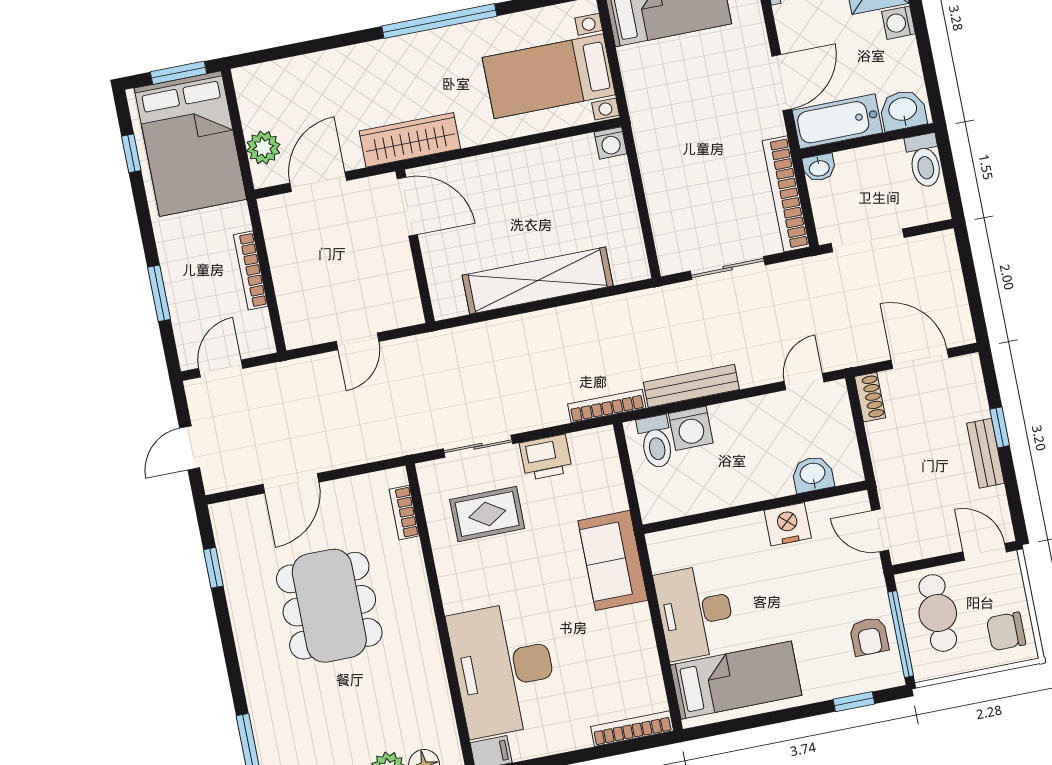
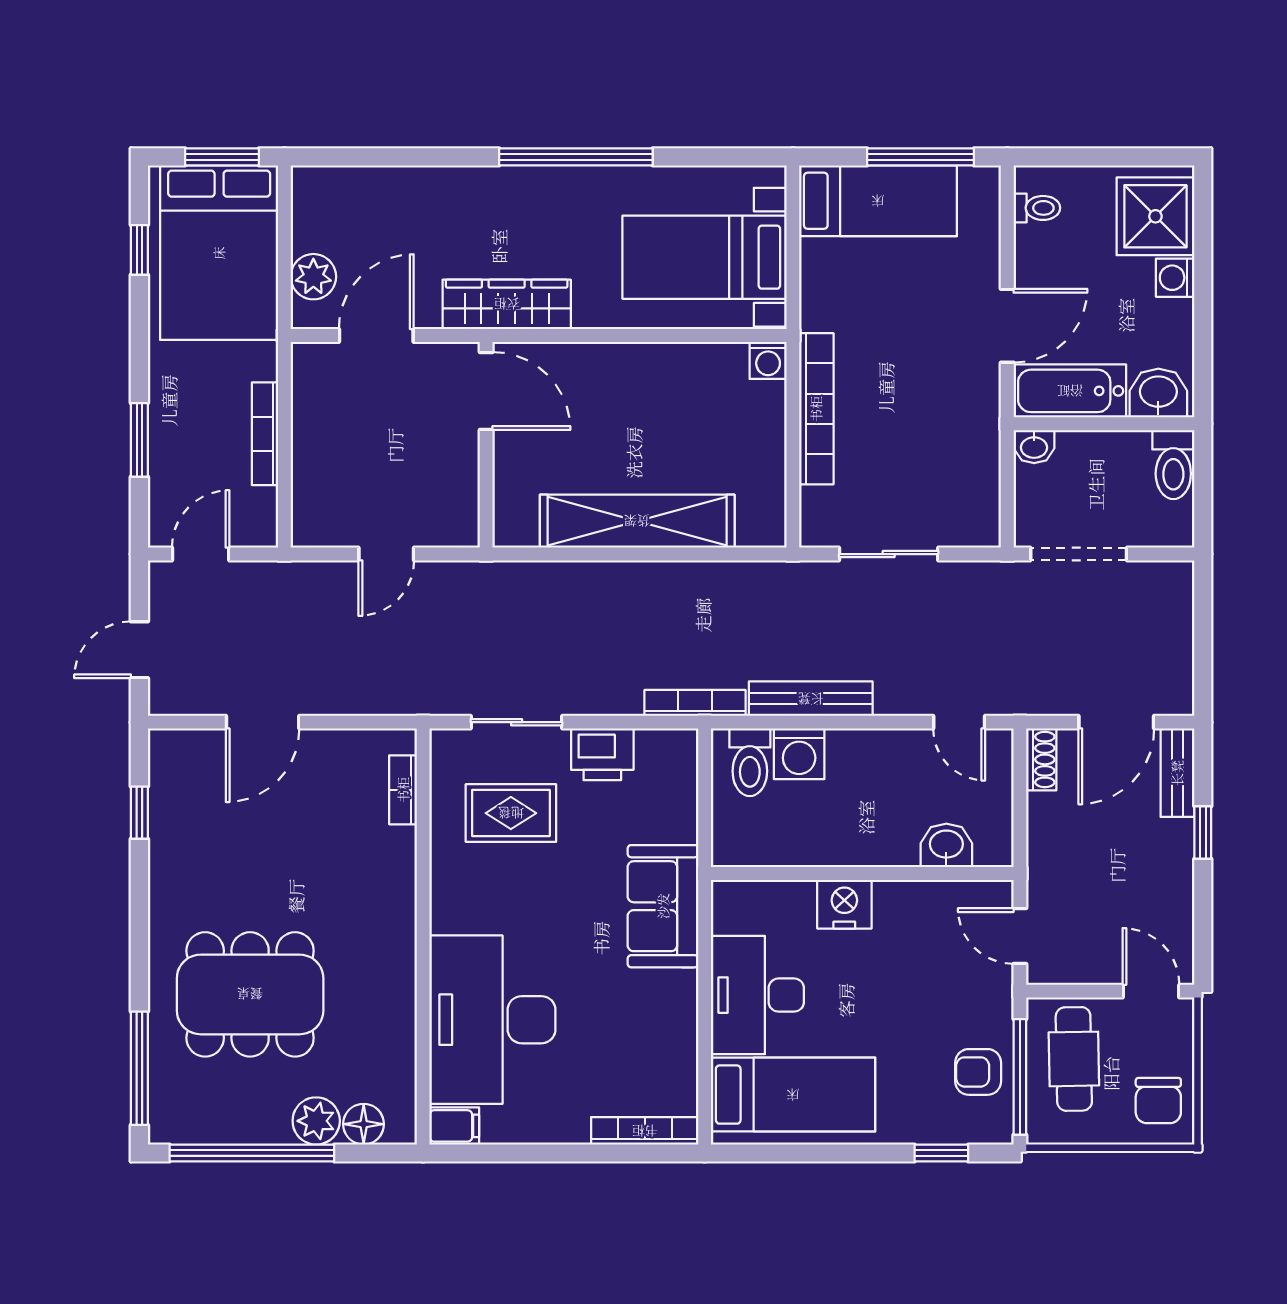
bookcase: (786, 194) -> (816, 409), moved, turned 180
door: (920, 359) -> (1116, 722), swing flipped
door: (804, 382) -> (959, 722), swing flipped
bench: (985, 453) -> (1177, 773), moved
nightstand: (788, 524) -> (844, 904), moved
dining table: (329, 606) -> (250, 994), moved, turned 90
chair: (1006, 631) -> (1158, 1101), turned -90
armchair: (869, 637) -> (978, 1072), turned 90

